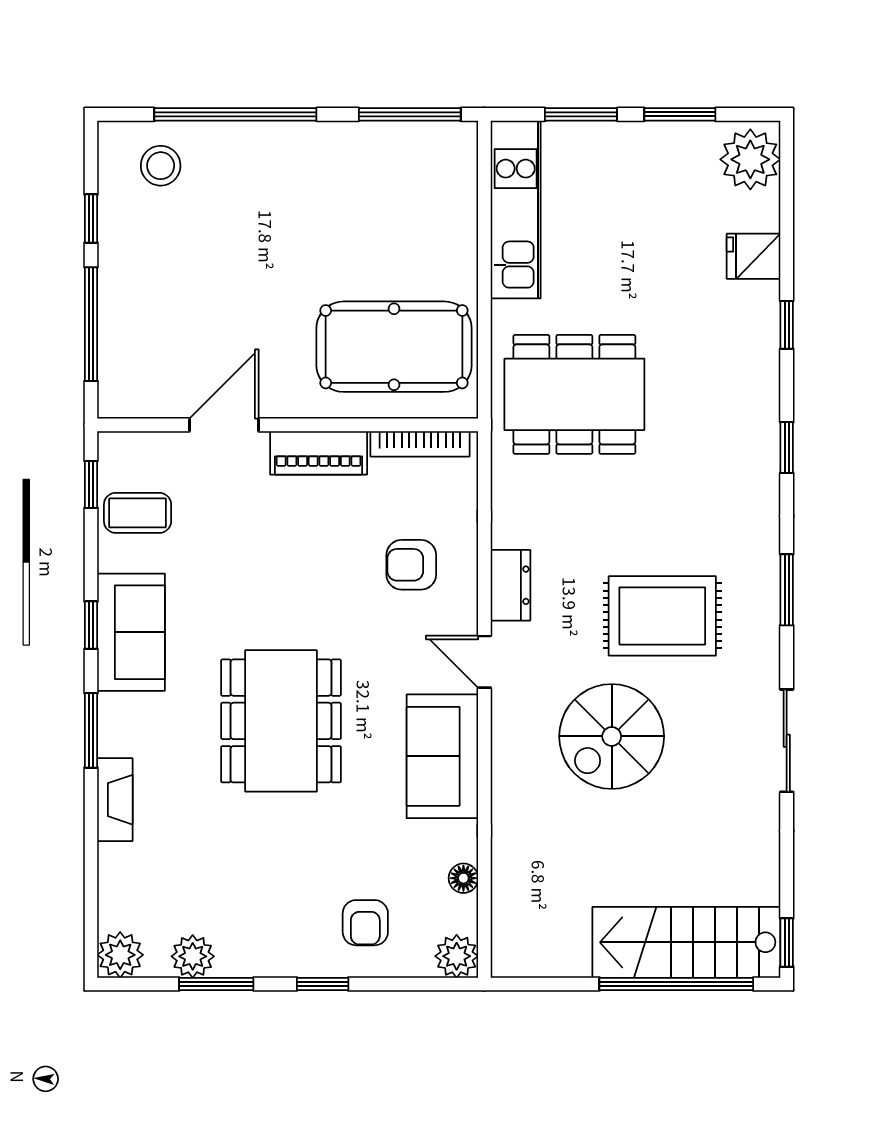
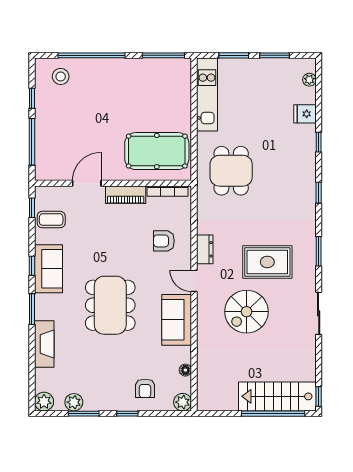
plant: (750, 159) -> (309, 80), width x0.53, depth x0.53
dining table: (574, 394) -> (231, 171), width x0.73
fireplace: (115, 800) -> (44, 344), width x1.37, depth x1.32

